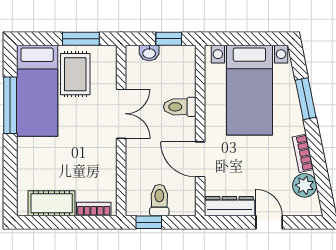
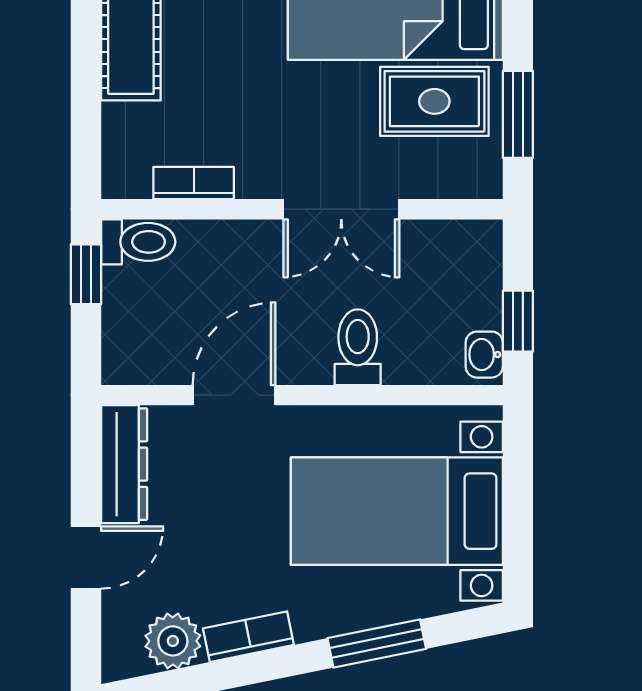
washbasin: (149, 53) -> (484, 355), moved
toilet: (159, 200) -> (138, 242), moved
bookcase: (94, 209) -> (194, 183), moved, turned -90

